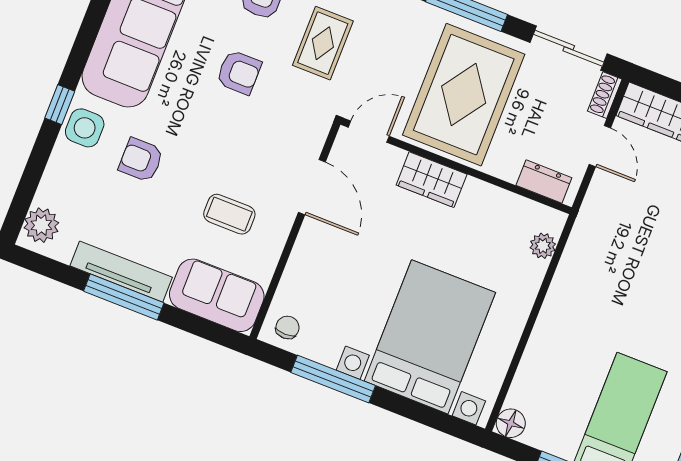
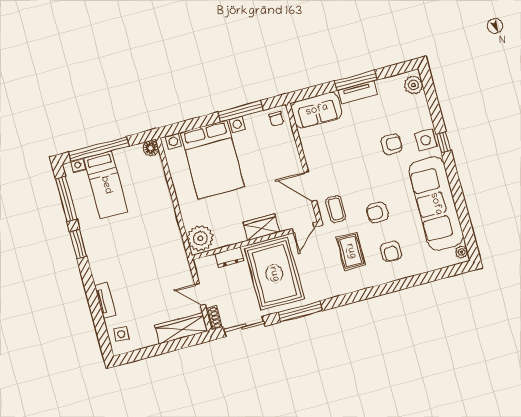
dresser: (544, 181) -> (229, 257), moved
coffee table: (229, 214) -> (336, 209), moved, turned 90
plant: (543, 246) -> (200, 238), width x1.88, depth x1.88
tv unit: (121, 272) -> (357, 92), width x0.71

